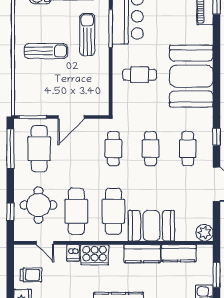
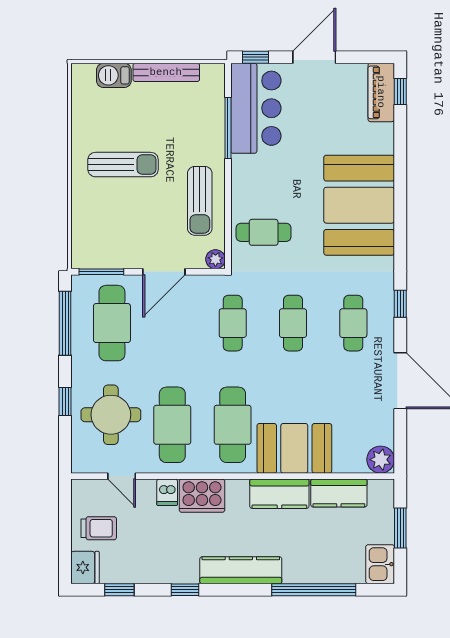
sun lounger: (87, 35) -> (200, 201), moved, turned 180
cafe table: (140, 75) -> (264, 232), moved
plant: (103, 109) -> (215, 259), added
window: (10, 212) -> (65, 402), moved

